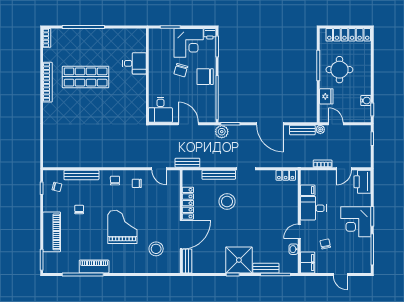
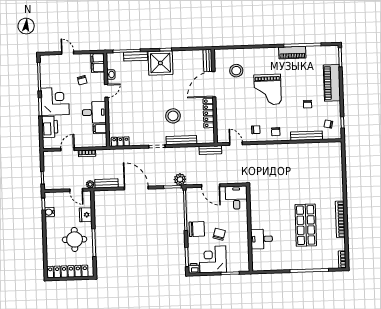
shop shelf: (86, 77) -> (306, 225), turned 90
printer: (363, 182) -> (50, 127), moved

